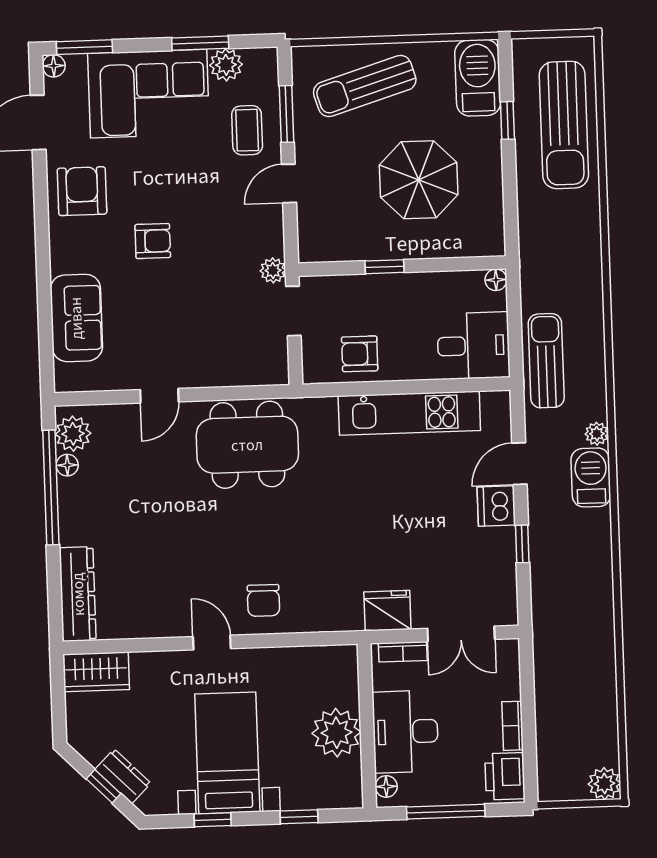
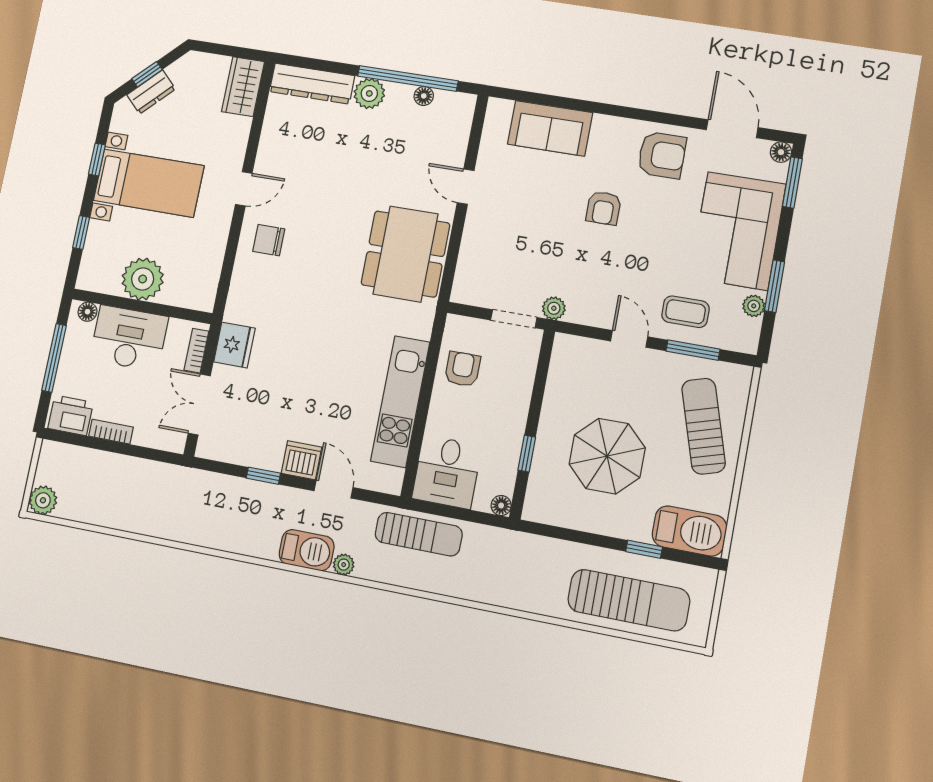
plant: (226, 65) -> (754, 306), width x0.73, depth x0.73
sun lounger: (564, 125) -> (629, 600), turned 180
window: (385, 267) -> (527, 454), moved
plant: (73, 434) -> (369, 93), moved

